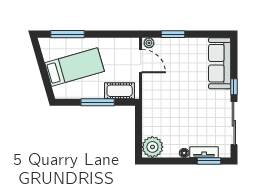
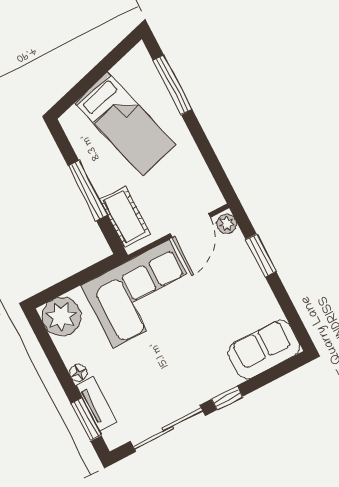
sofa: (220, 63) -> (264, 349), width x0.73
corner sofa: (162, 102) -> (141, 294), added

